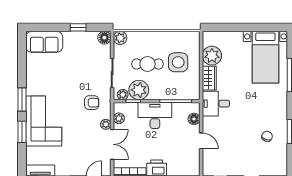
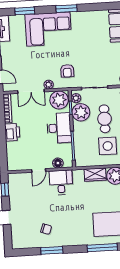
desk: (216, 104) -> (61, 182), moved
plant: (119, 118) -> (59, 100), width x1.88, depth x1.88
window: (22, 132) -> (25, 11), moved

